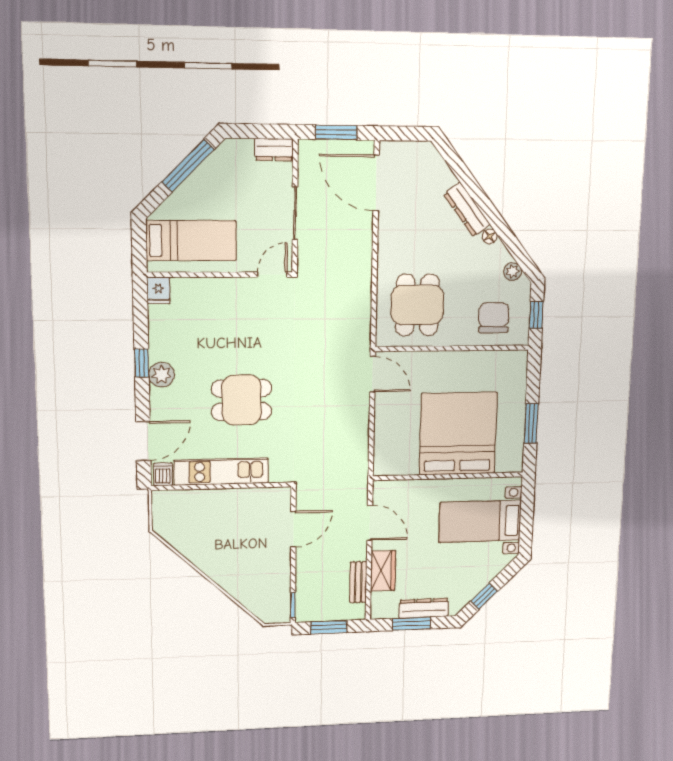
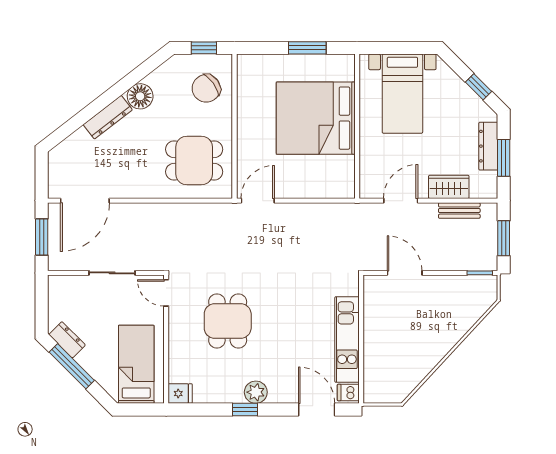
dresser: (274, 150) -> (67, 340), moved, turned -45
floor lamp: (490, 236) -> (140, 96), width x1.89, depth x1.89
plant: (513, 271) -> (164, 72), removed
chair: (494, 318) -> (206, 88), turned -36
dining table: (242, 400) -> (228, 321), moved

